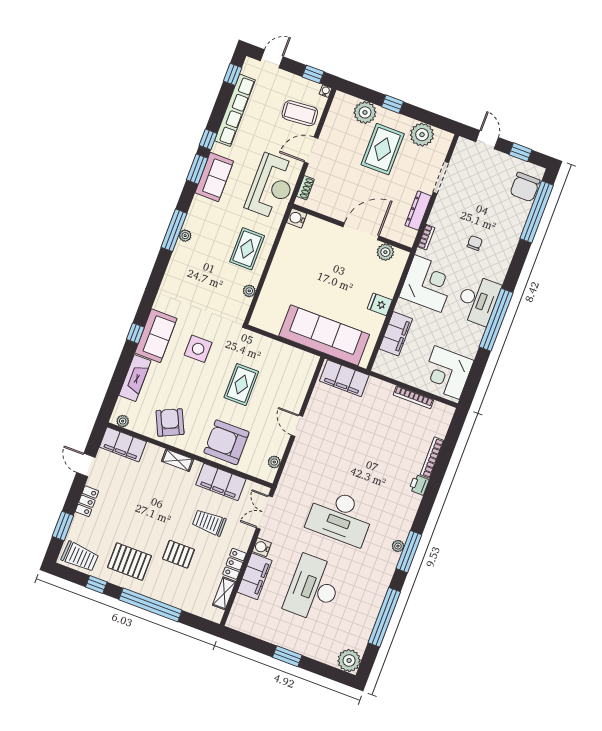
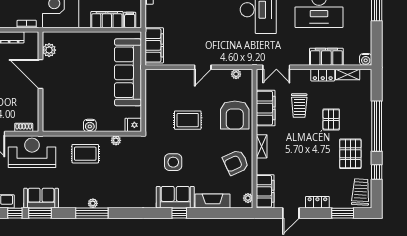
water cooler: (297, 218) -> (90, 125), moved
fridge: (380, 304) -> (133, 125), moved, turned 90
filing cabinet: (385, 361) -> (130, 20), added
water cooler: (262, 547) -> (366, 59), moved

